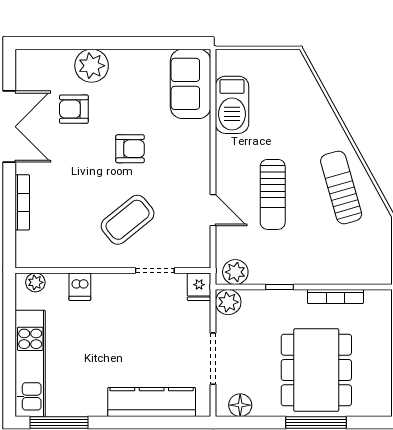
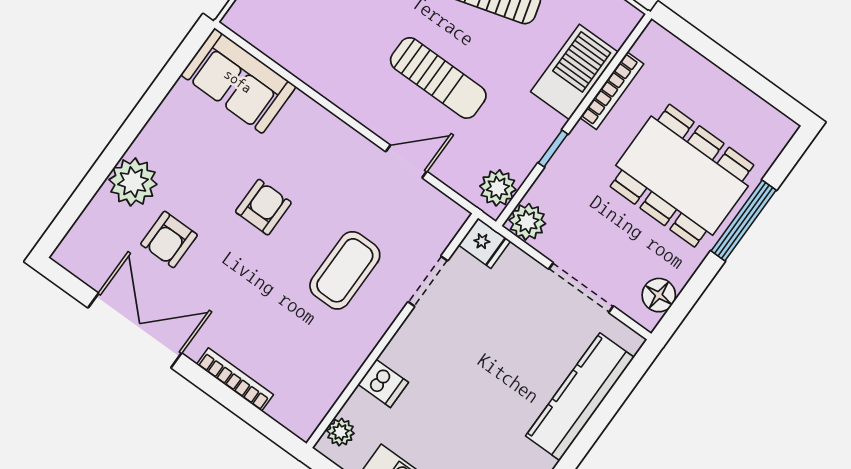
barbecue: (232, 105) -> (574, 72), moved, turned -90
coffee table: (128, 220) -> (345, 270), turned 39

